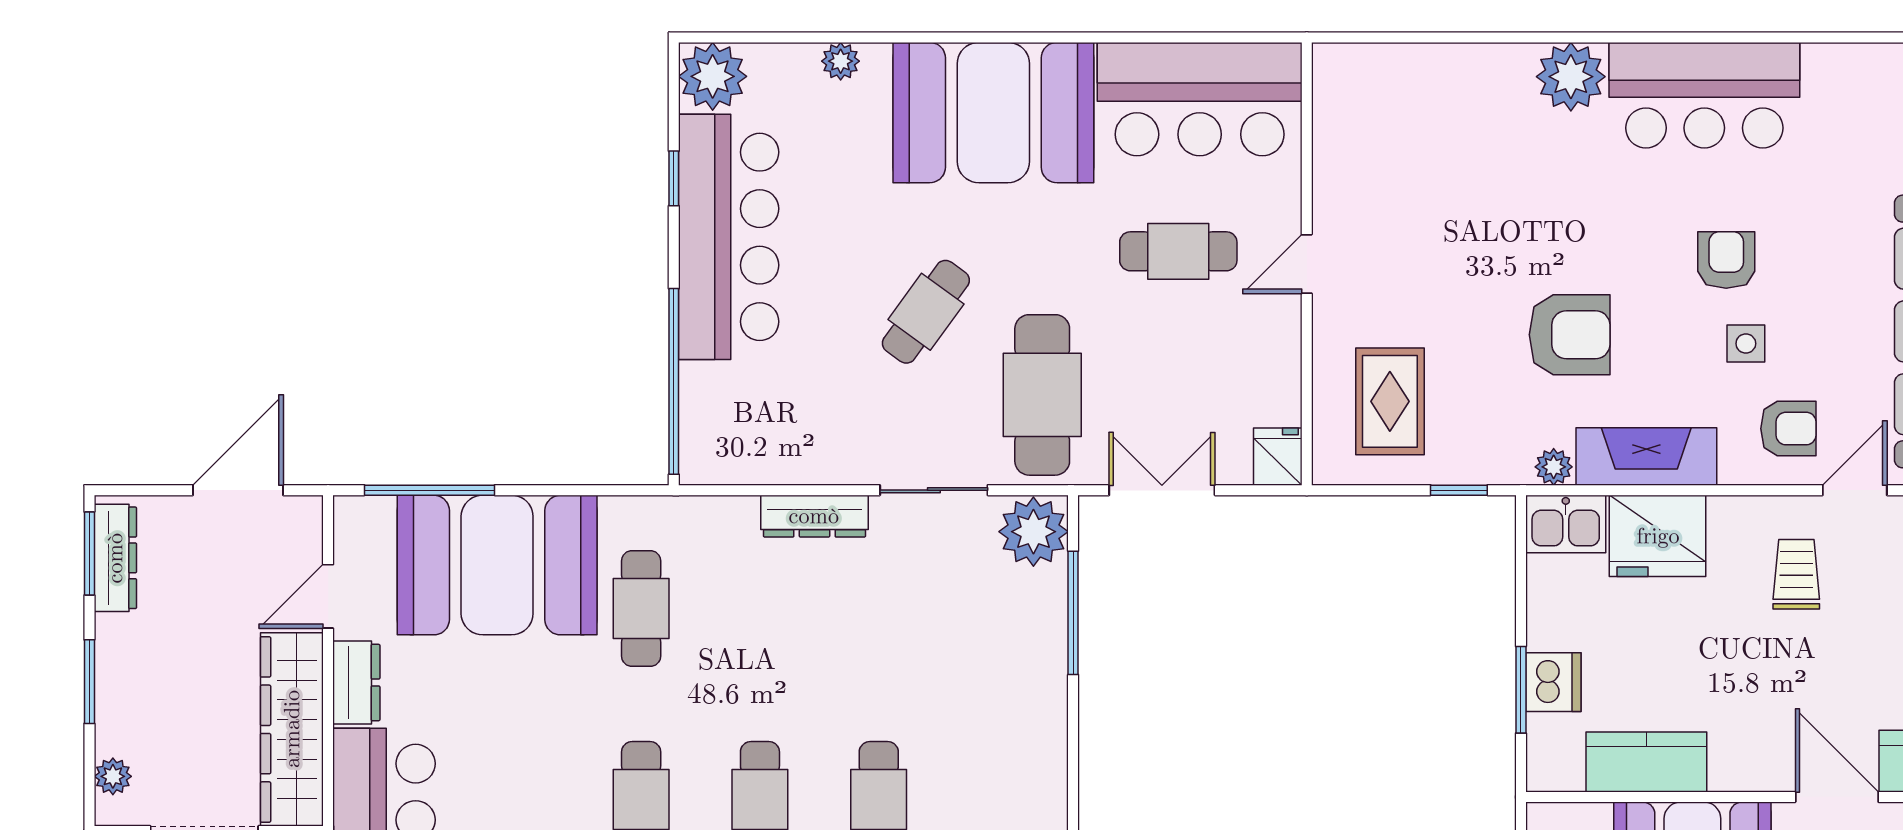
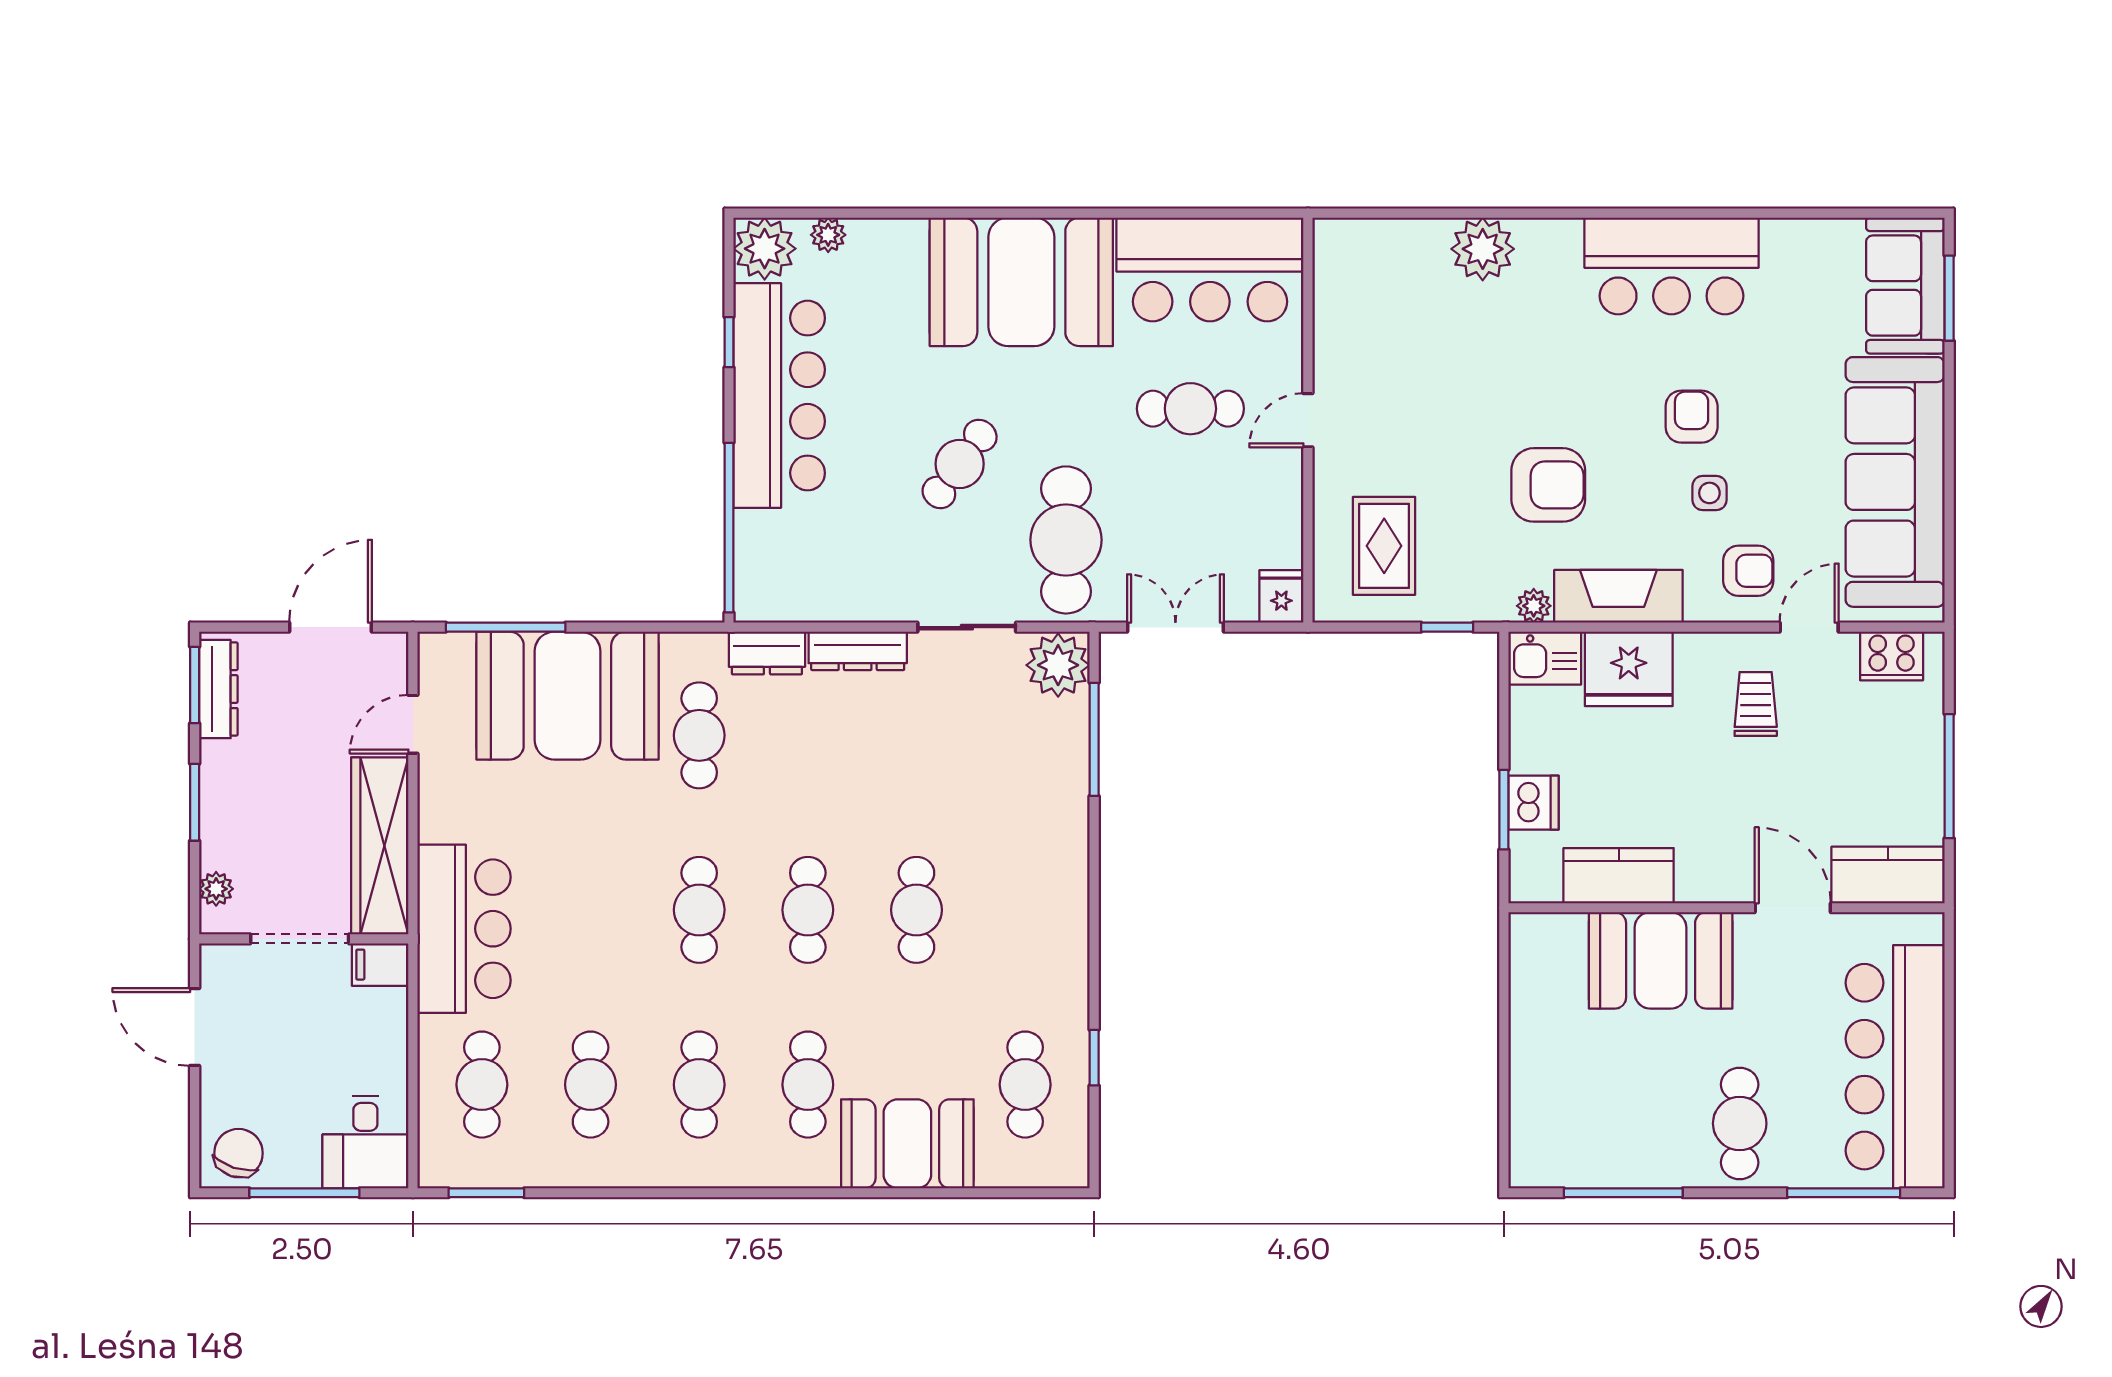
plant: (841, 61) -> (828, 235), moved
plant: (1571, 77) -> (1483, 249), moved
dresser: (356, 683) -> (767, 653), moved, turned 90

